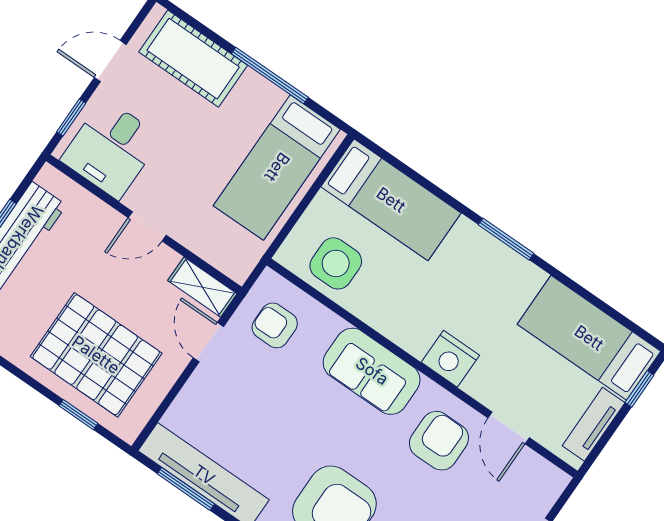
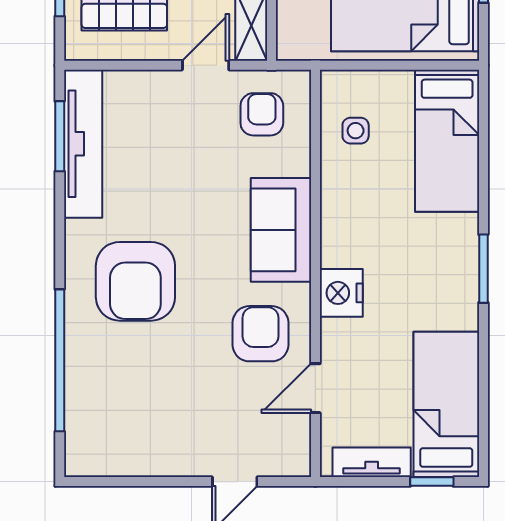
side table: (336, 263) -> (356, 131), width x0.54, depth x0.54
armchair: (439, 441) -> (261, 334), turned -90

